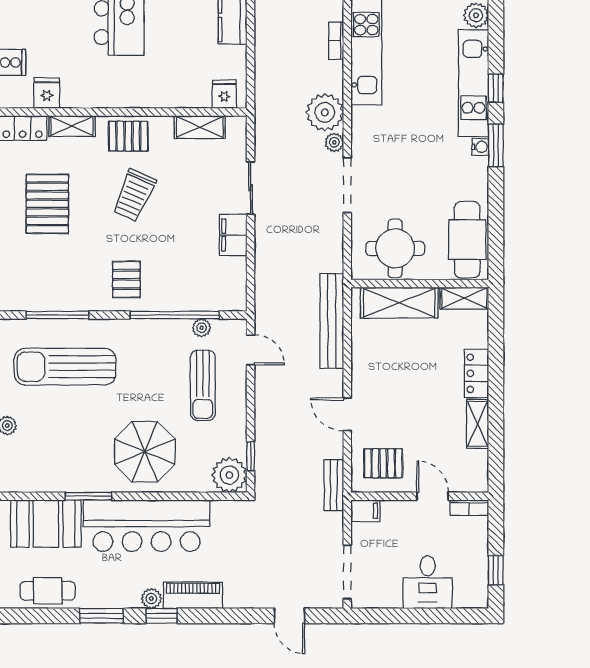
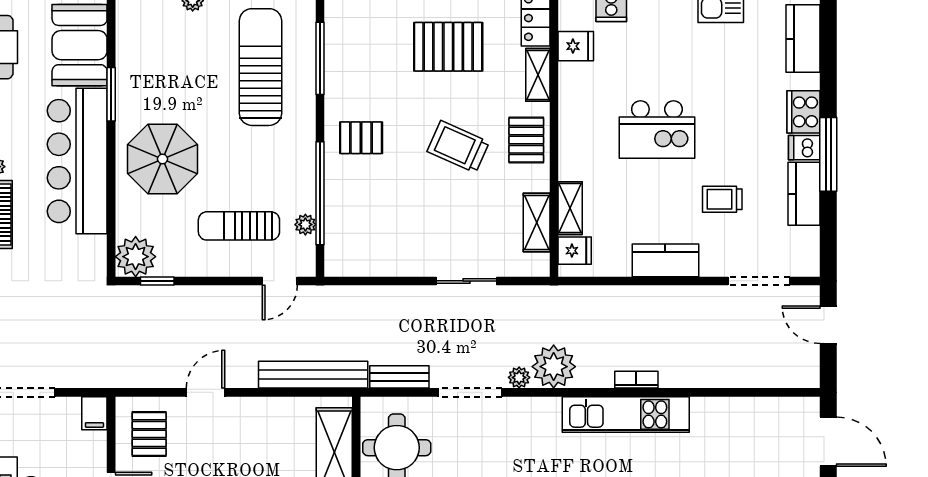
shelving: (187, 98) -> (570, 208), added
filing cabinet: (233, 235) -> (412, 261), removed
bench: (334, 485) -> (399, 377), moved

